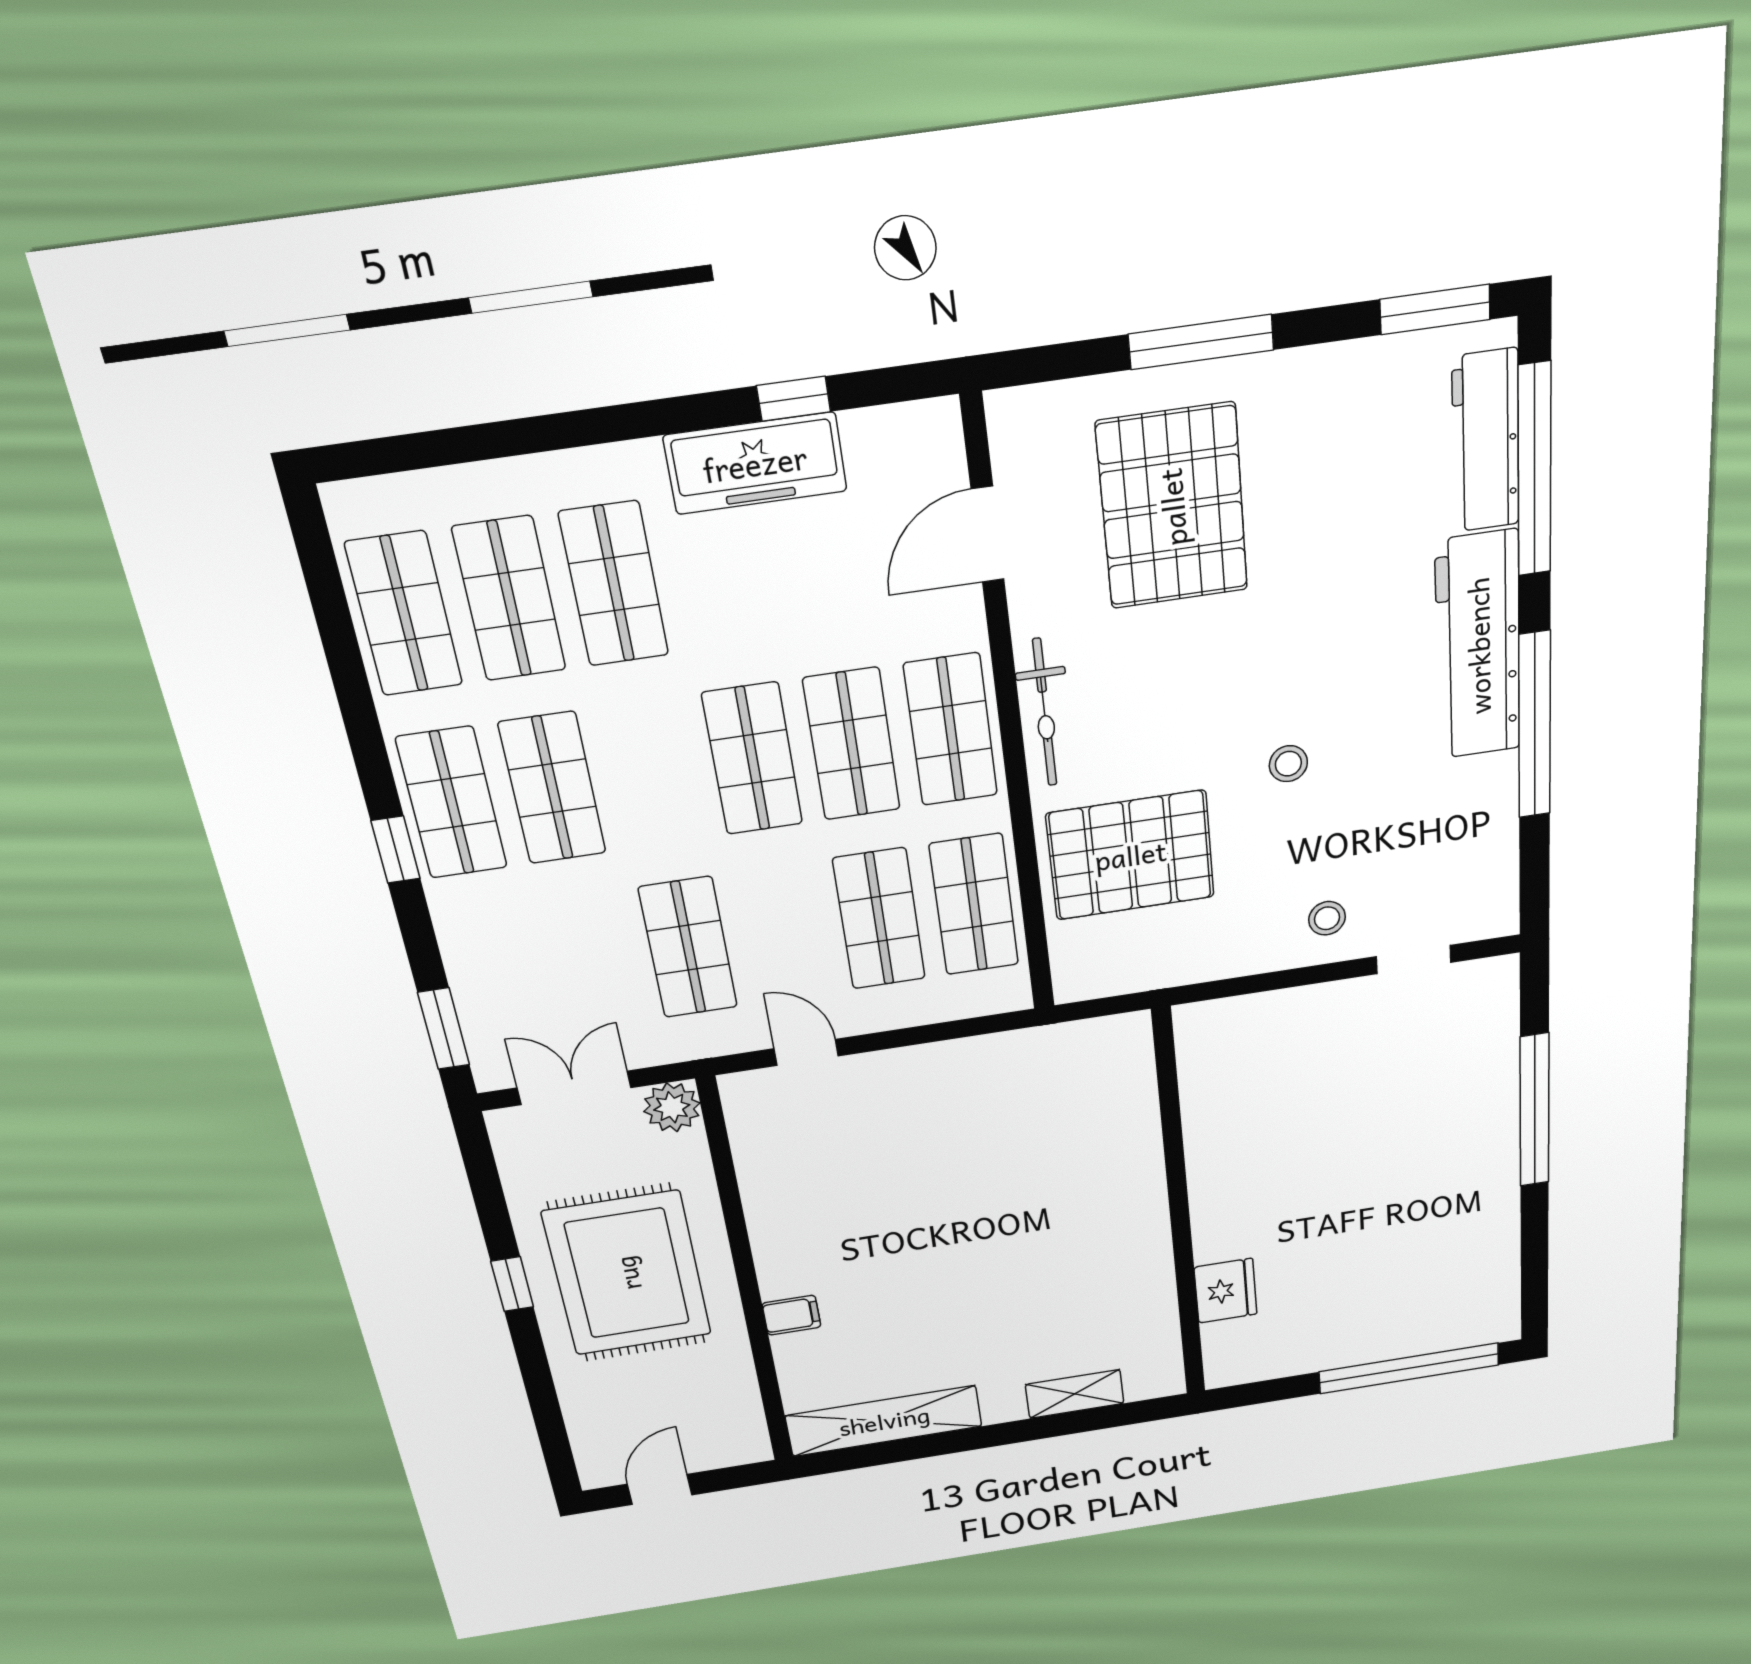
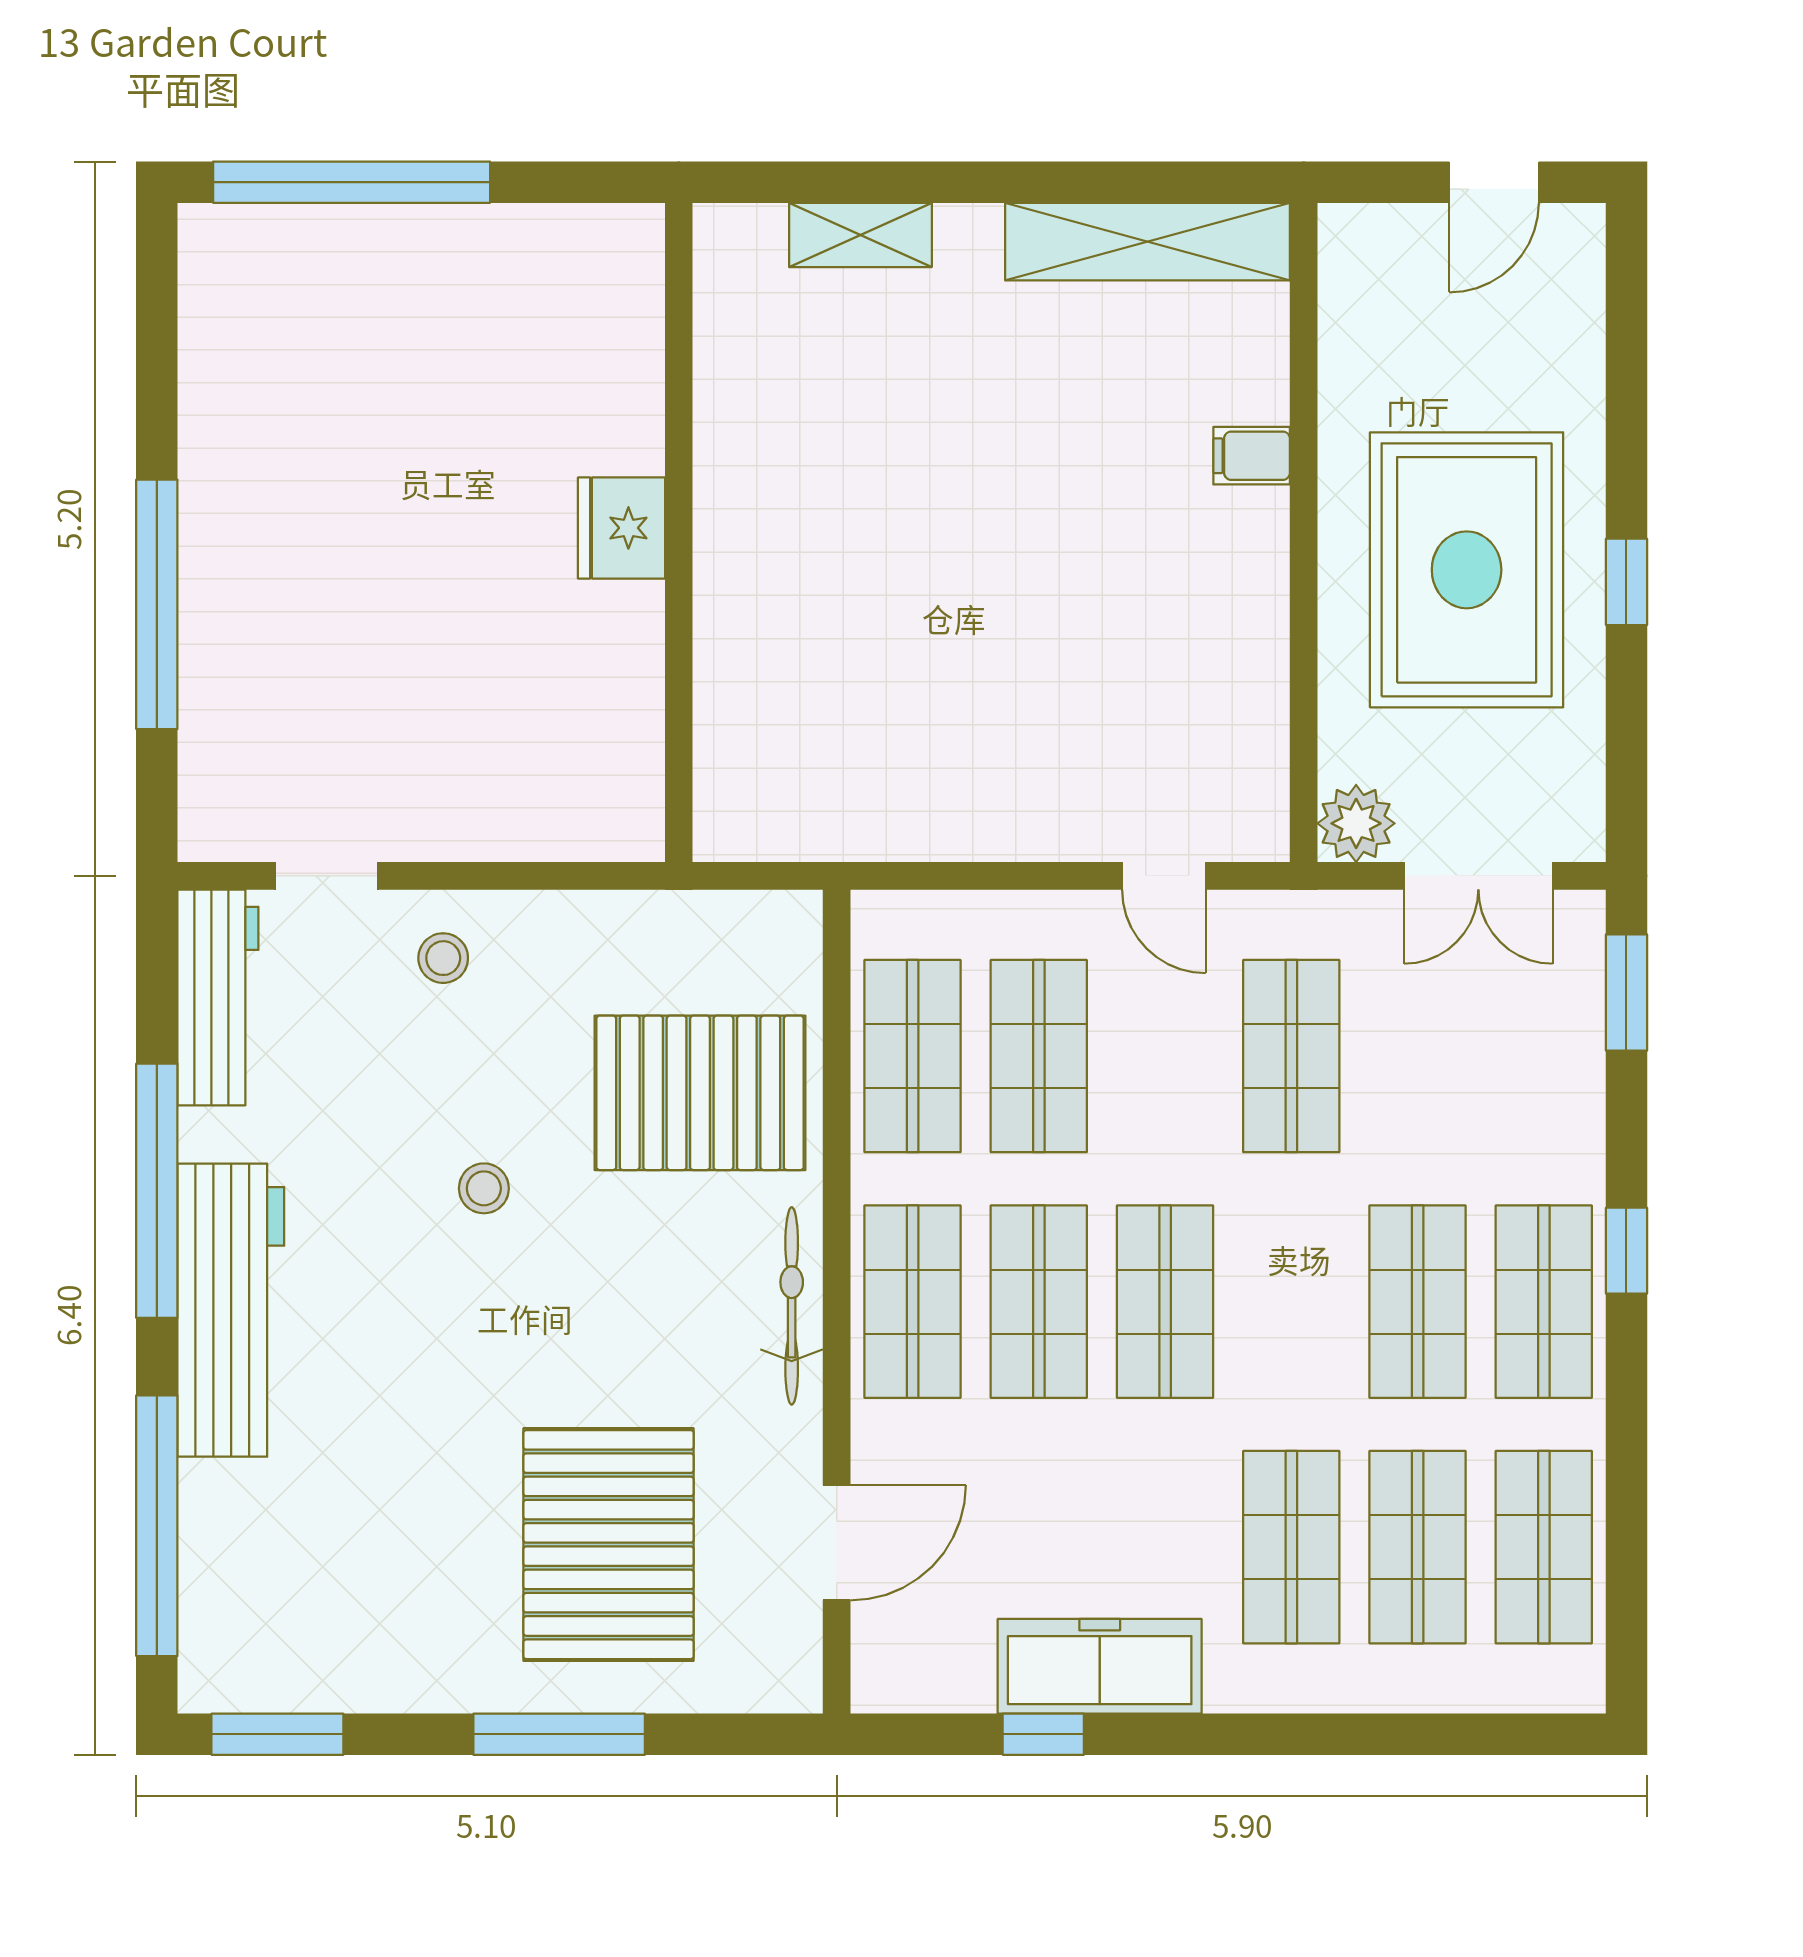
workbench: (1486, 441) -> (218, 997), moved
fridge: (1226, 1291) -> (621, 528), moved

